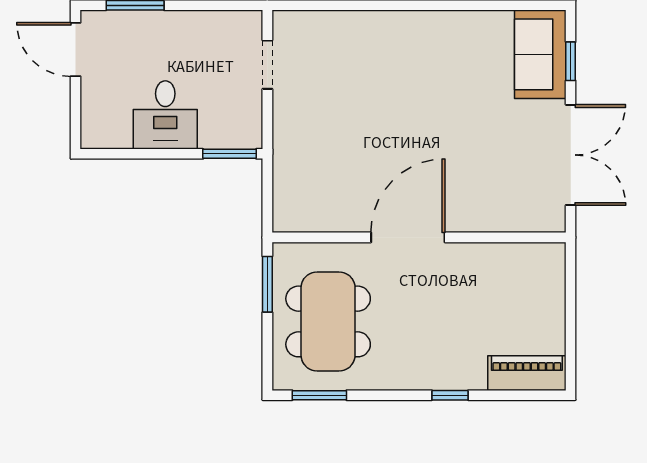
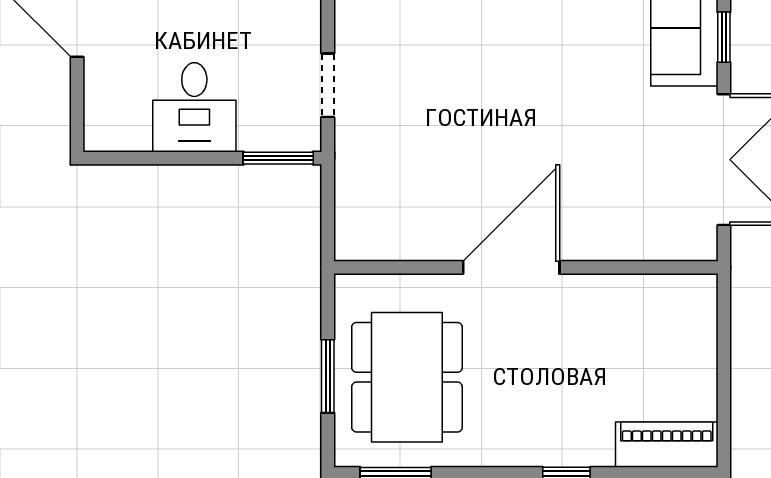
doorway: (267, 65) -> (328, 85), moved
window: (267, 284) -> (328, 376), moved

